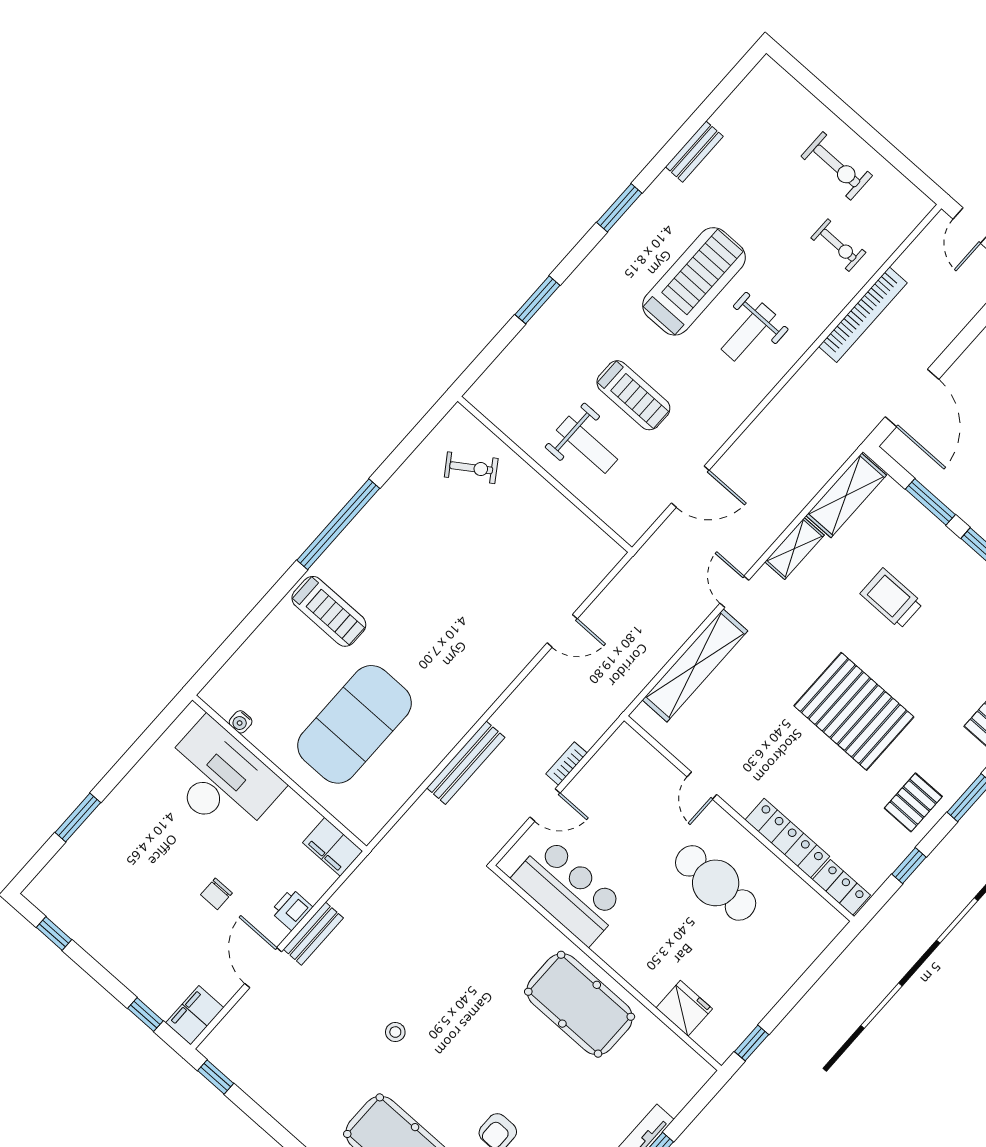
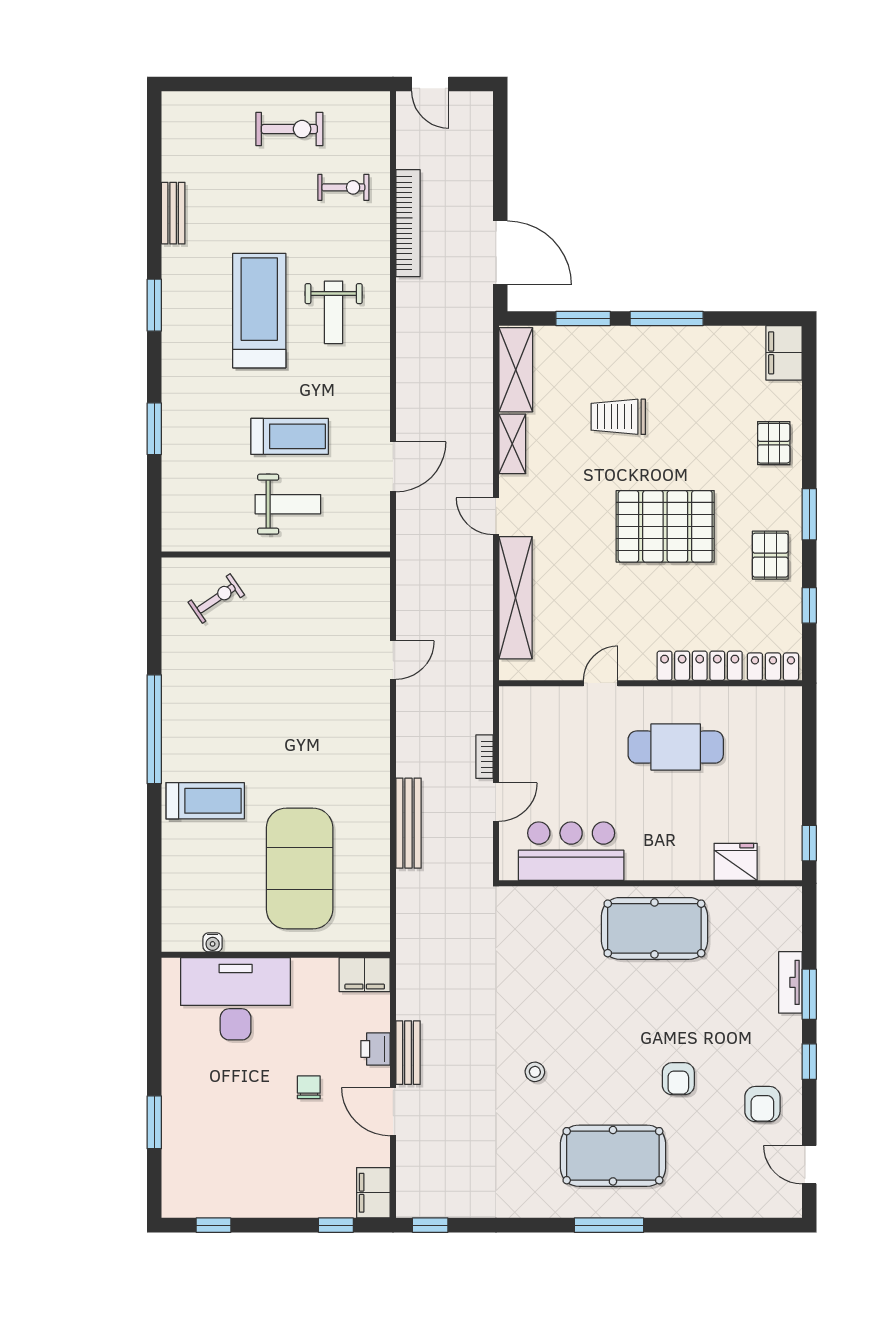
door: (702, 786) -> (601, 683), swing flipped
chair: (216, 894) -> (309, 1087), turned 180

